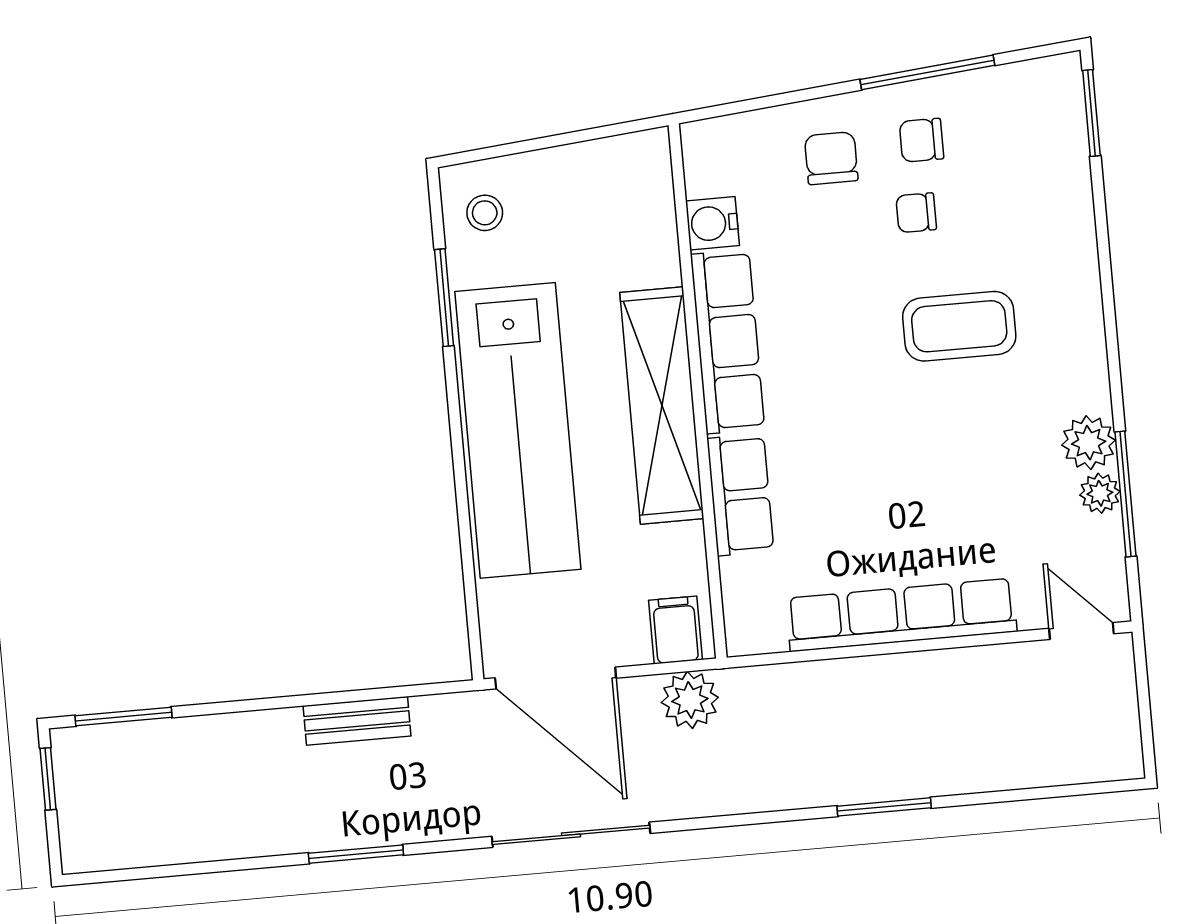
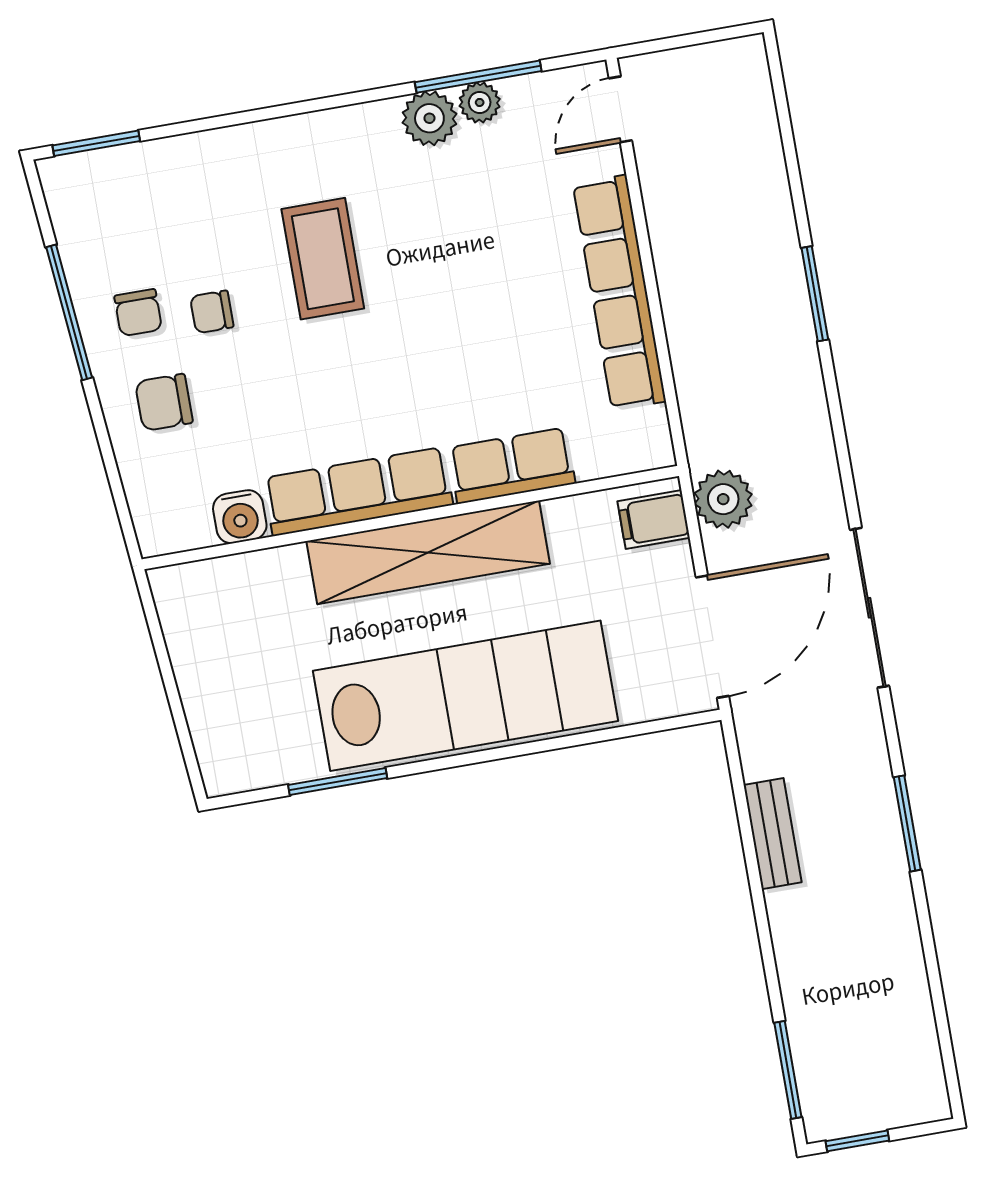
stool: (485, 213) -> (249, 748), removed
chair: (916, 213) -> (212, 312), turned 90

